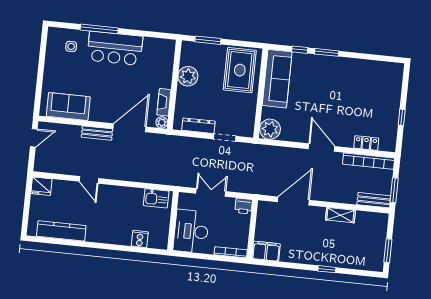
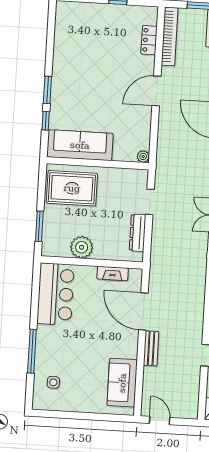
bar counter: (115, 48) -> (56, 294), moved
plant: (162, 122) -> (136, 275), removed
plant: (270, 129) -> (143, 156), width x0.53, depth x0.53

